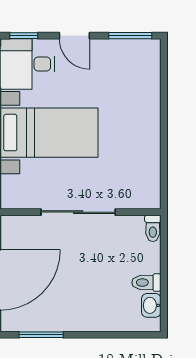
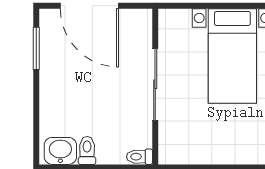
washbasin: (151, 305) -> (60, 151), width x1.38, depth x1.45

